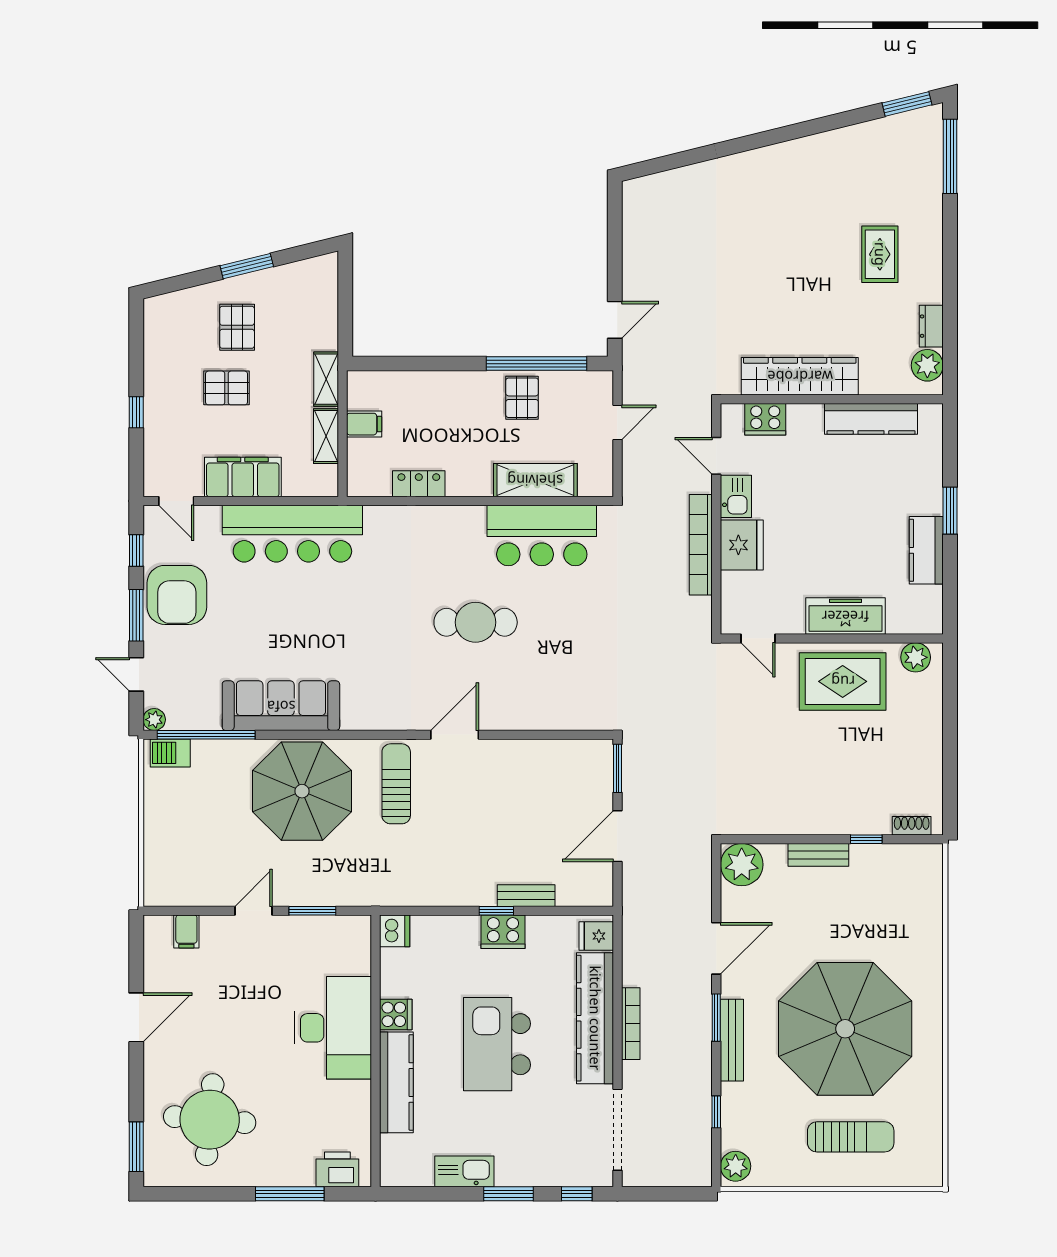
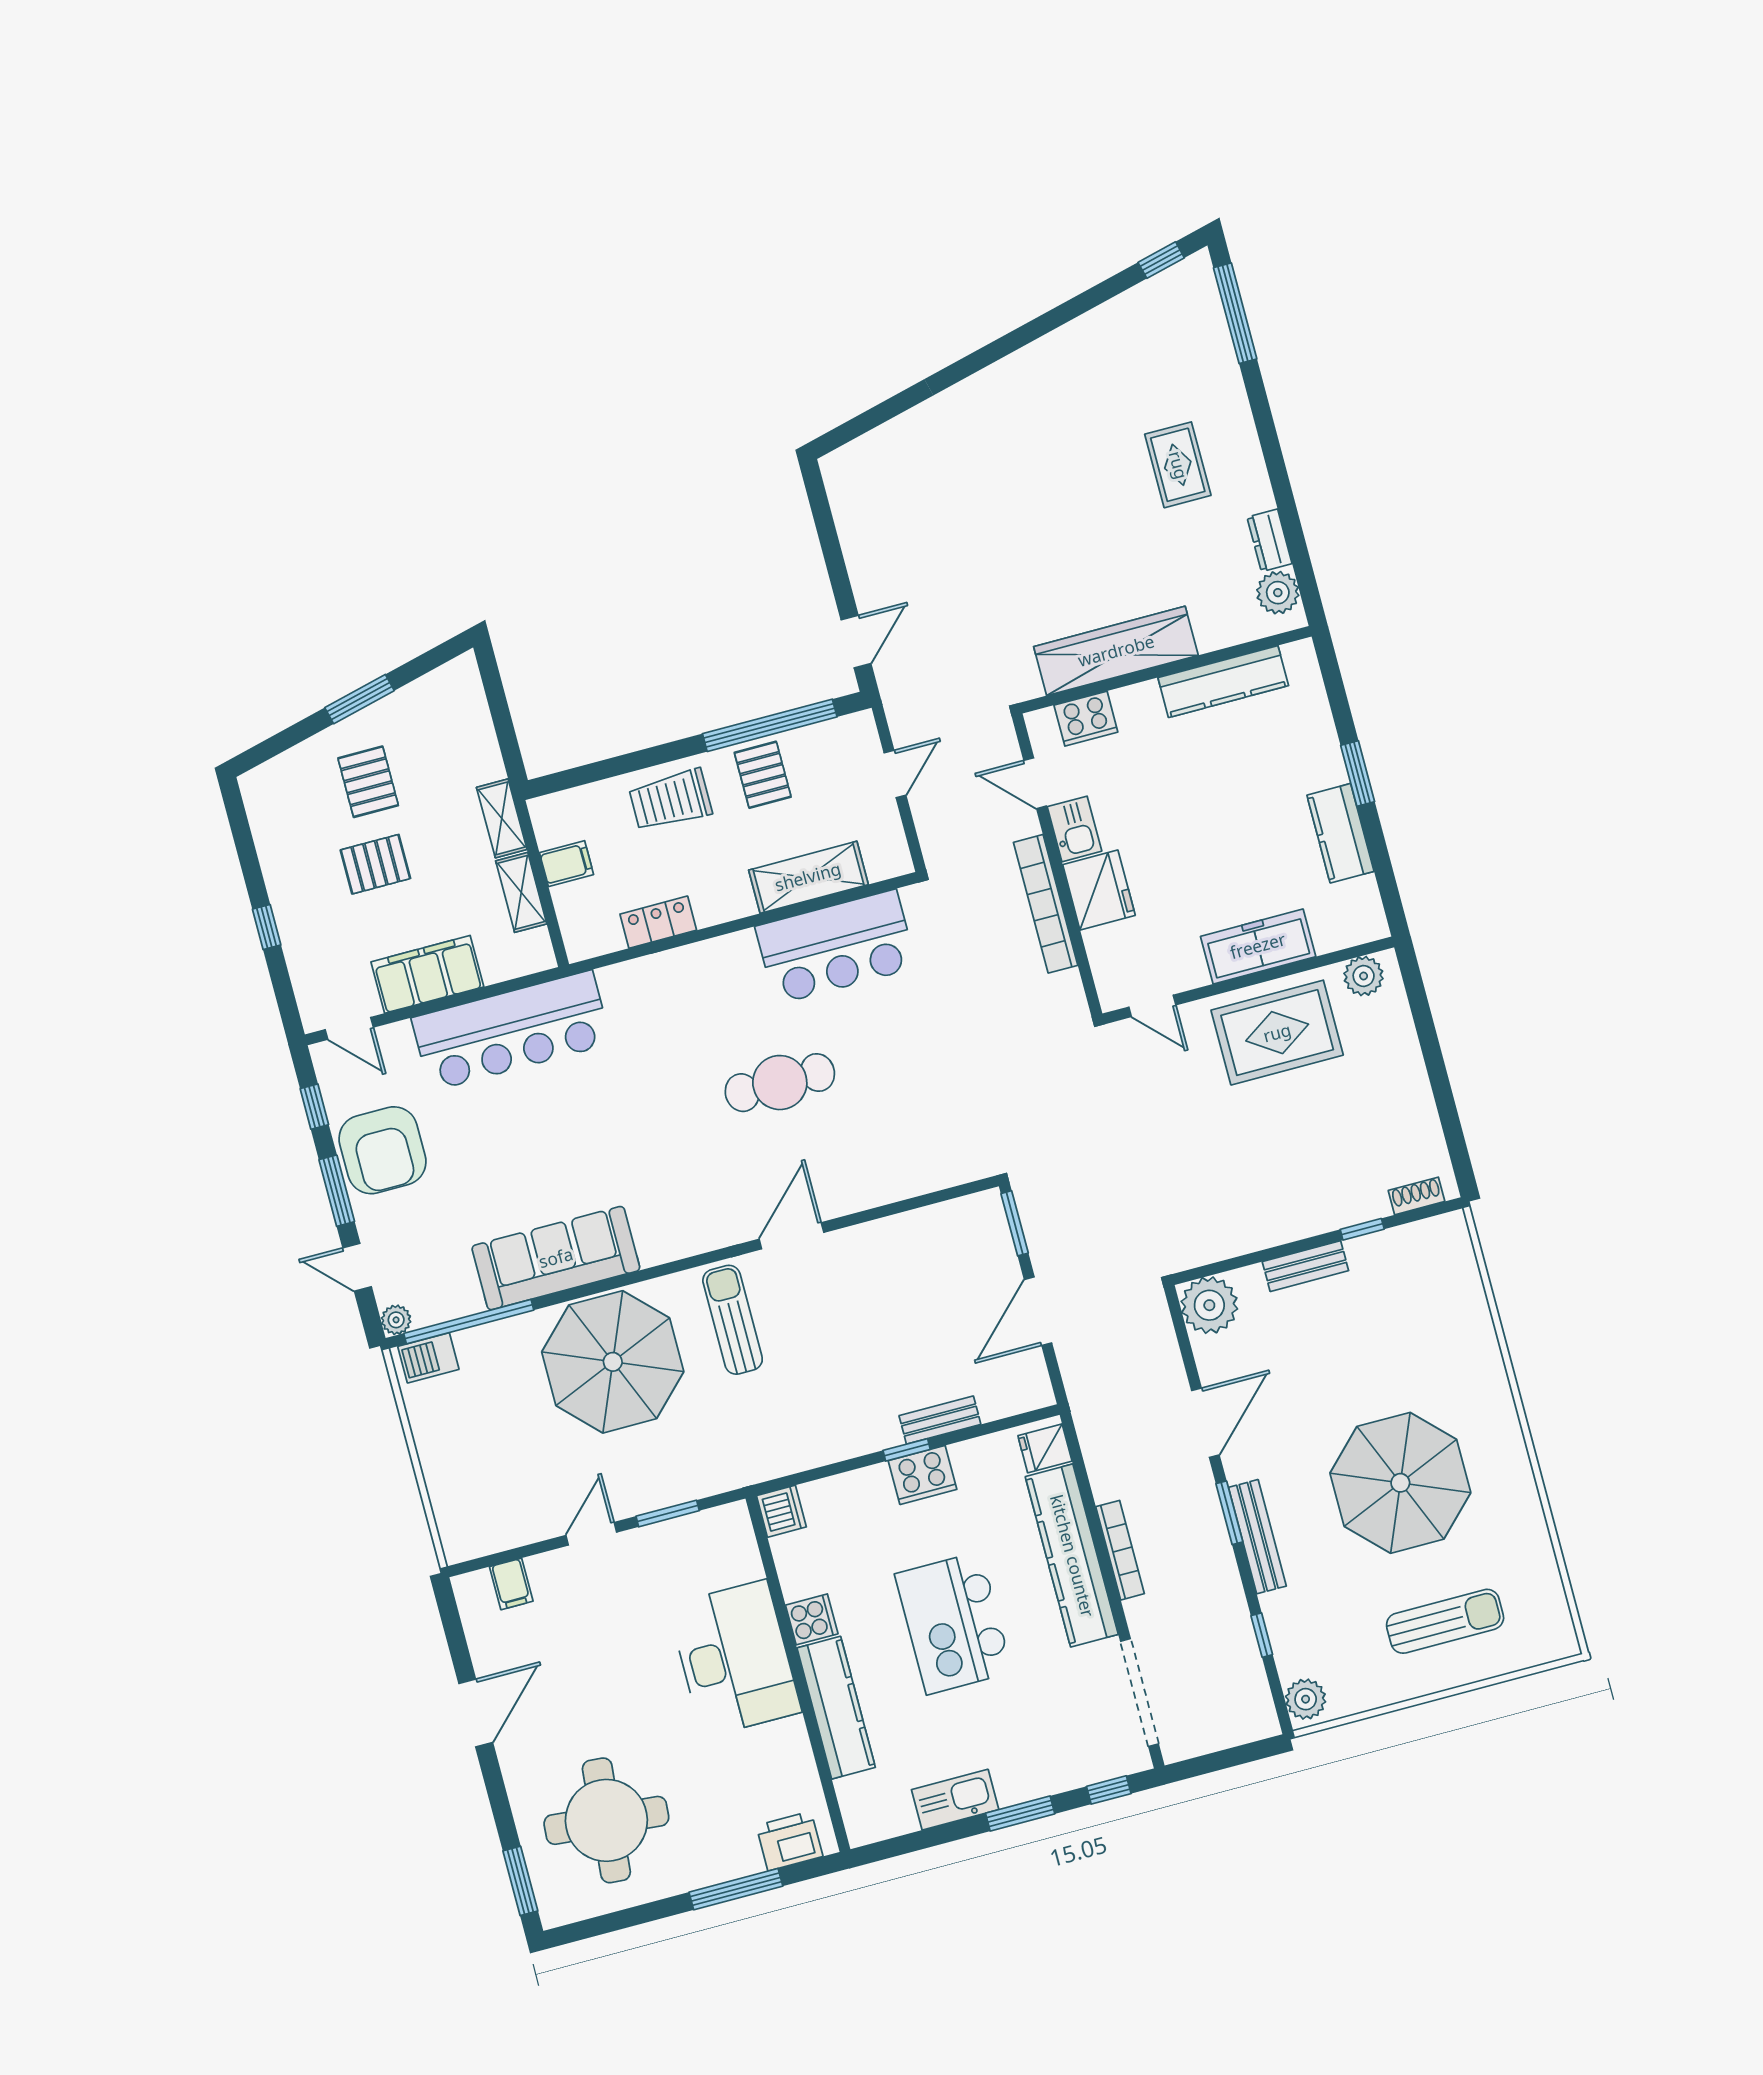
window: (907, 104) -> (1161, 260), width x0.67
trolley: (451, 398) -> (670, 800), added
parasol: (845, 1029) -> (1400, 1483), width x0.73, depth x0.73

